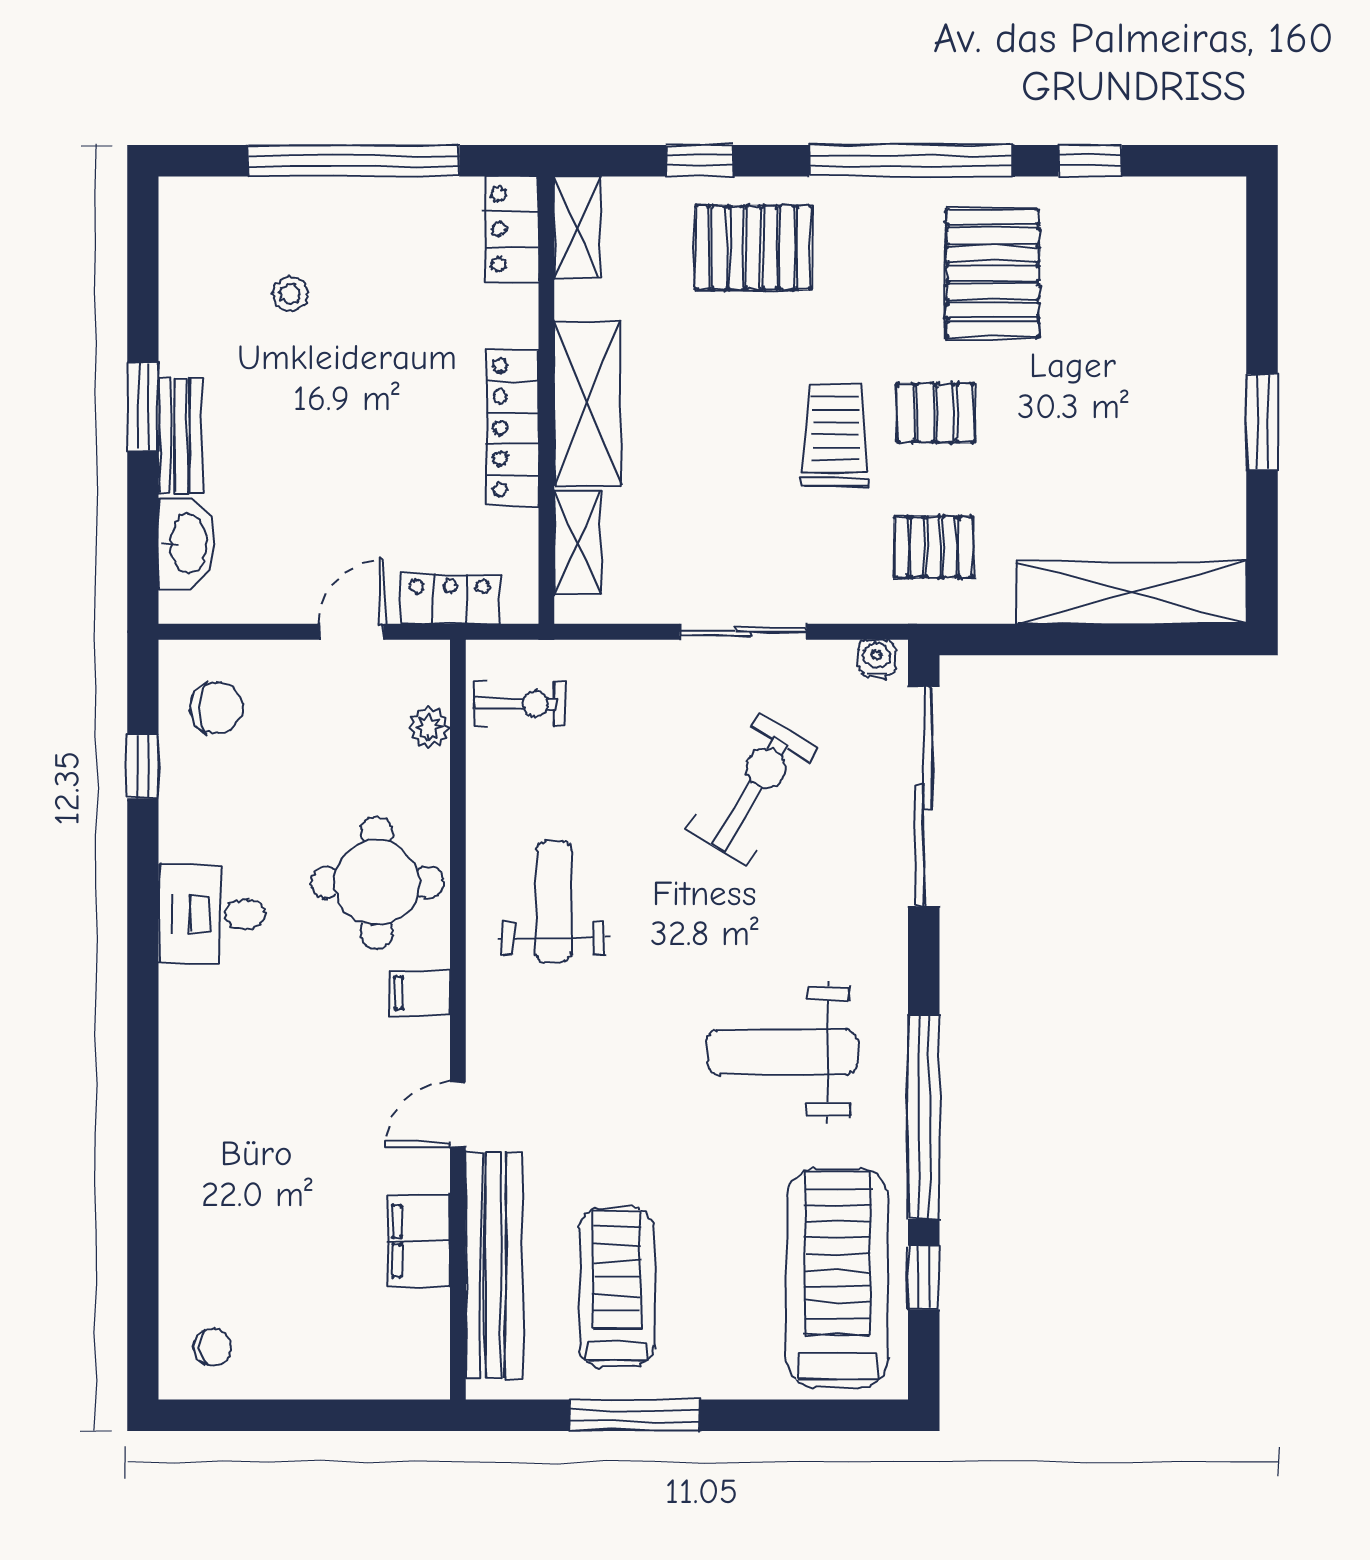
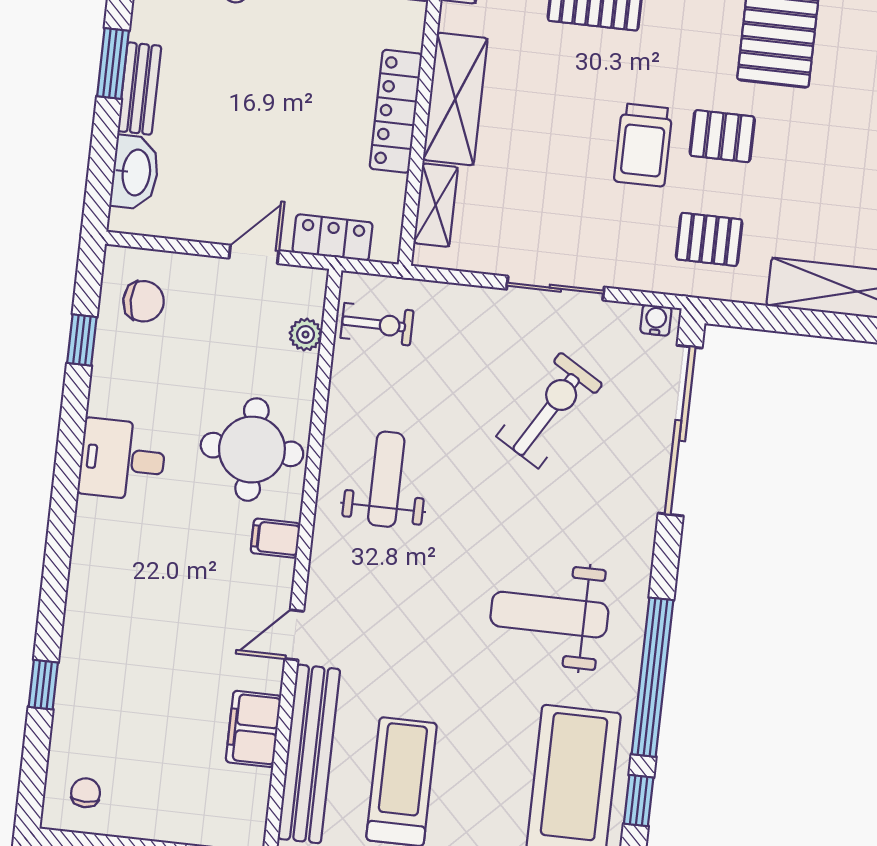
trolley: (835, 435) -> (643, 145), turned 180
window: (143, 1214) -> (43, 685), added
chair: (213, 1347) -> (86, 793), turned -90

